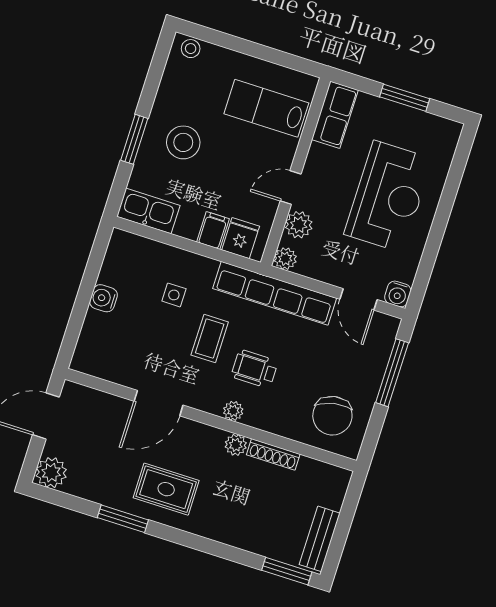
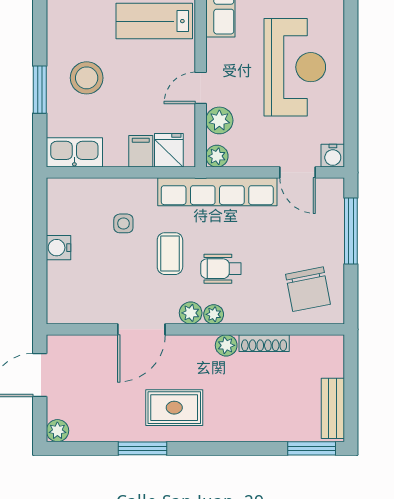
plant: (211, 402) -> (191, 313), added
plant: (51, 473) -> (57, 431), width x0.73, depth x0.73

